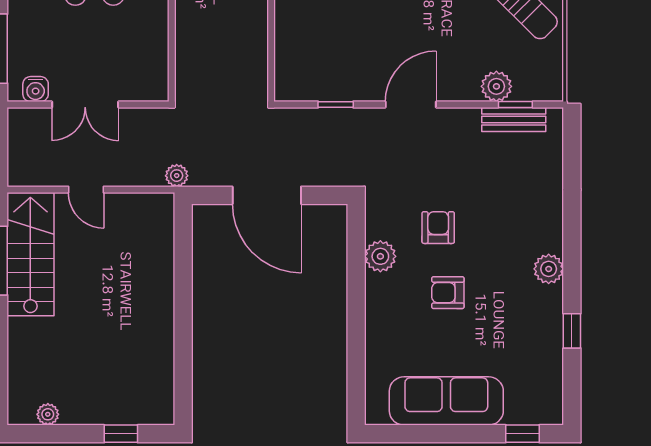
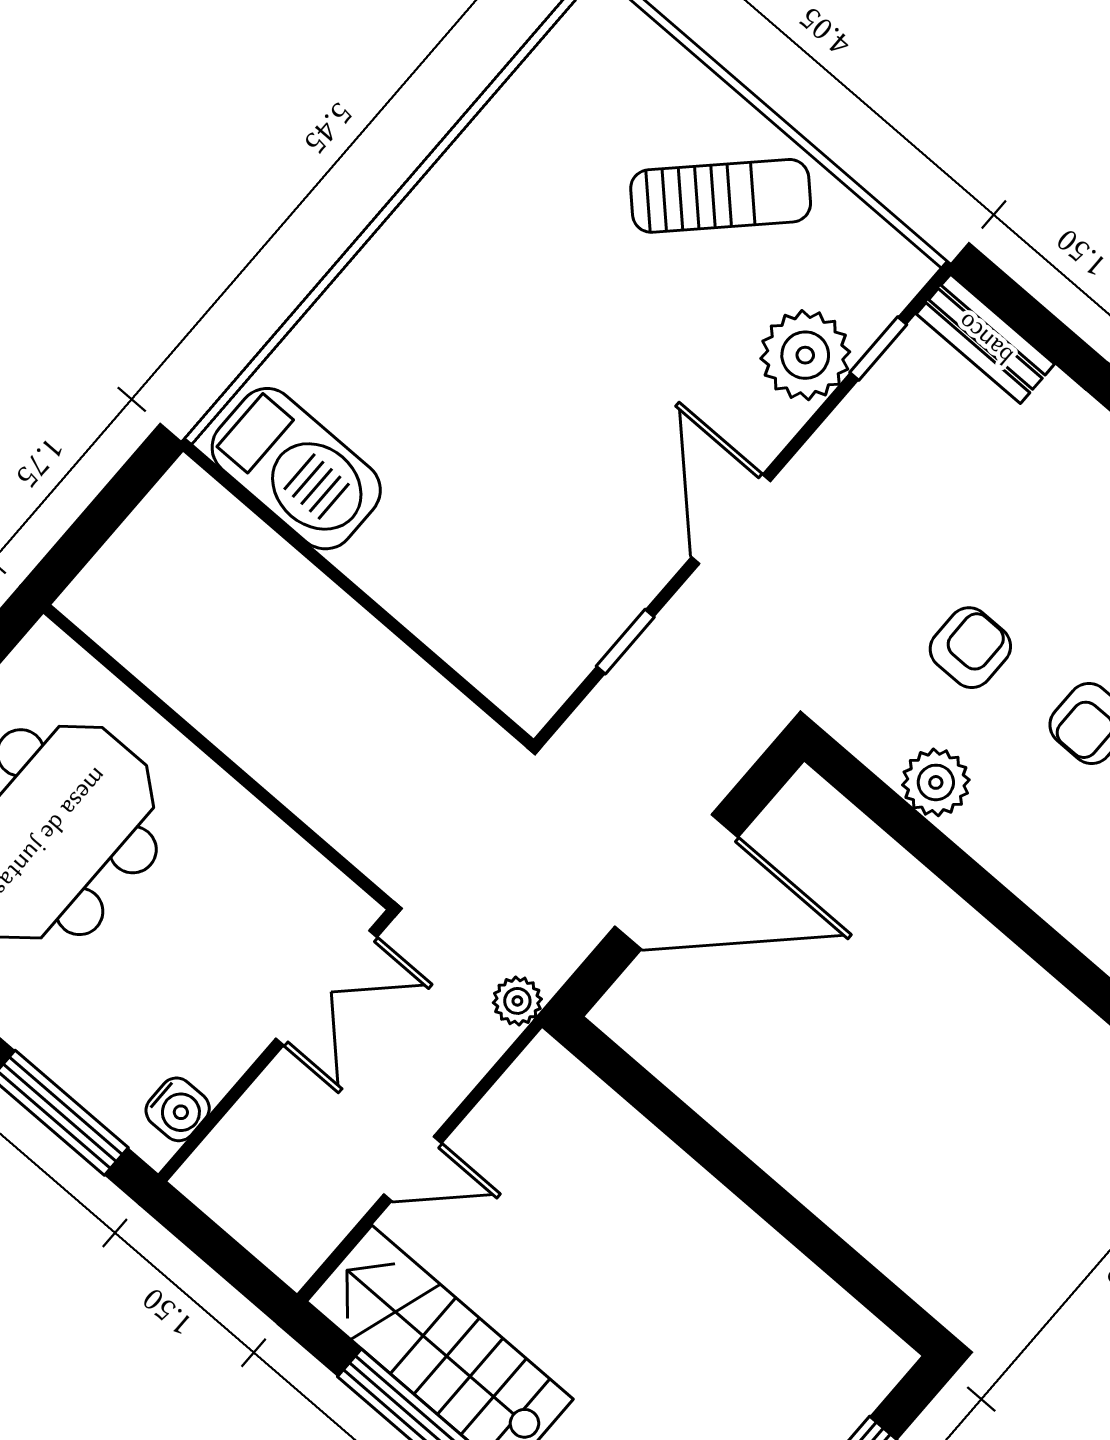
plant: (496, 86) -> (805, 355), width x1.36, depth x1.36
double door: (85, 104) -> (326, 988), moved
bench: (514, 119) -> (985, 339), moved, turned 90
armchair: (438, 228) -> (970, 648), turned 90

